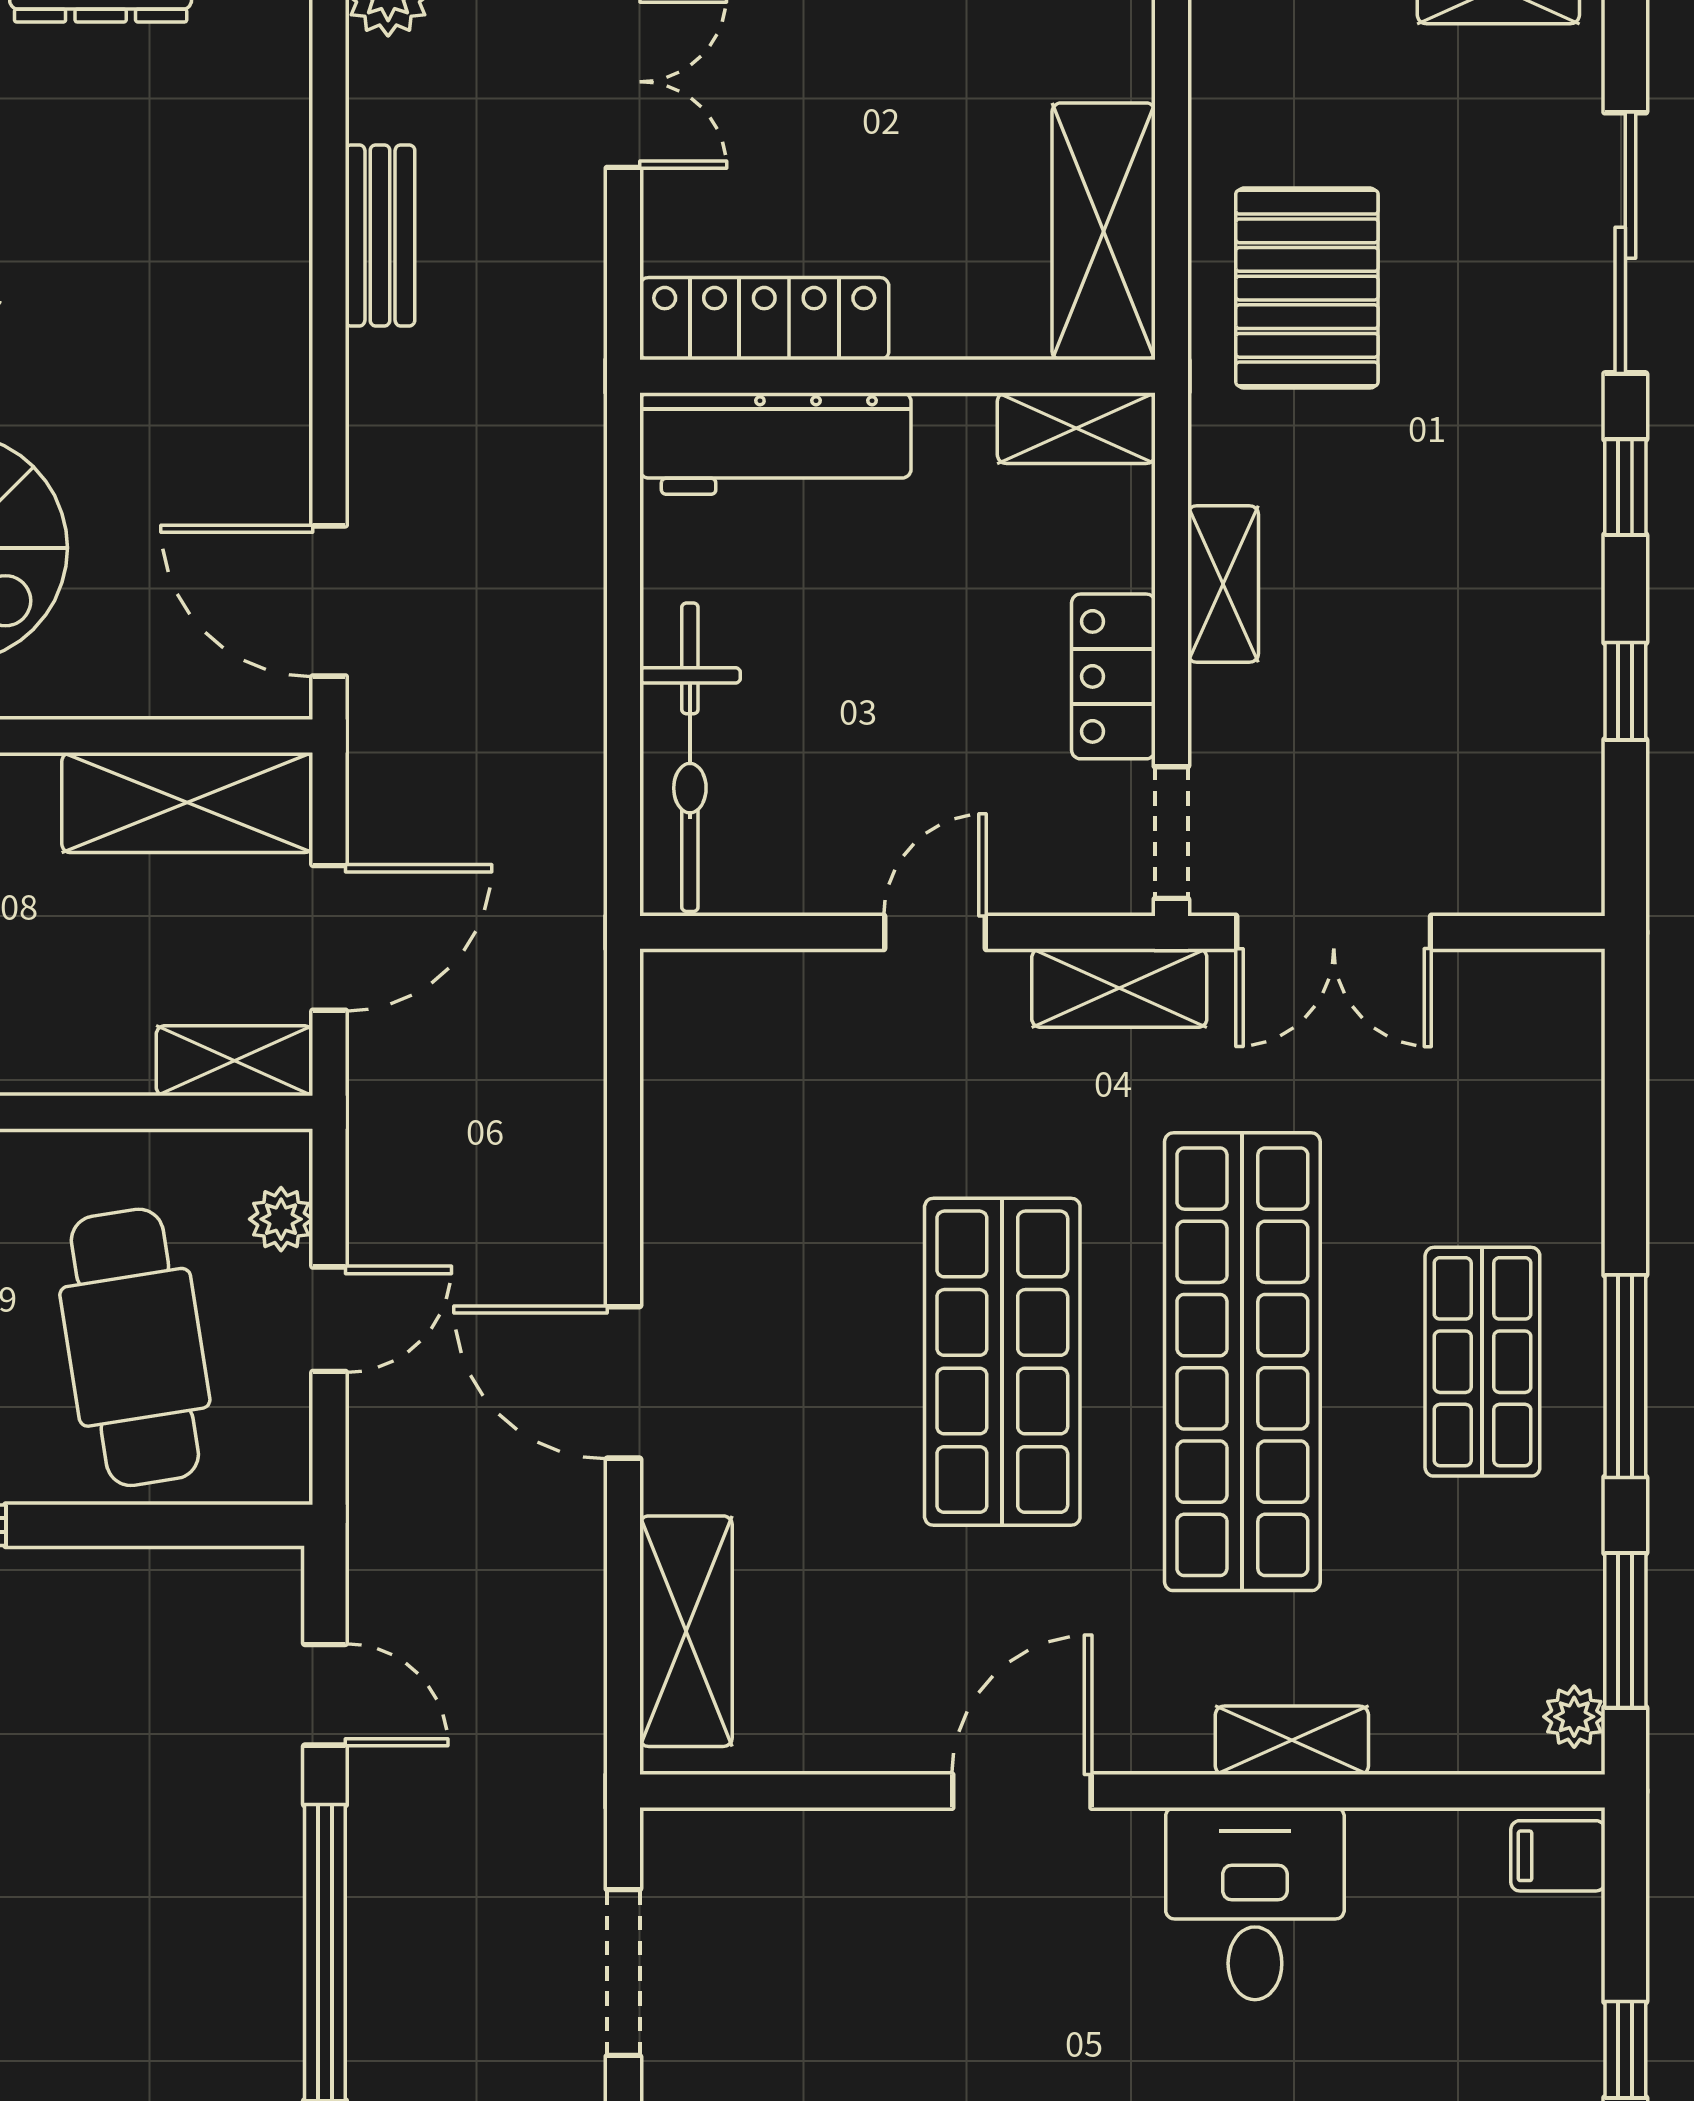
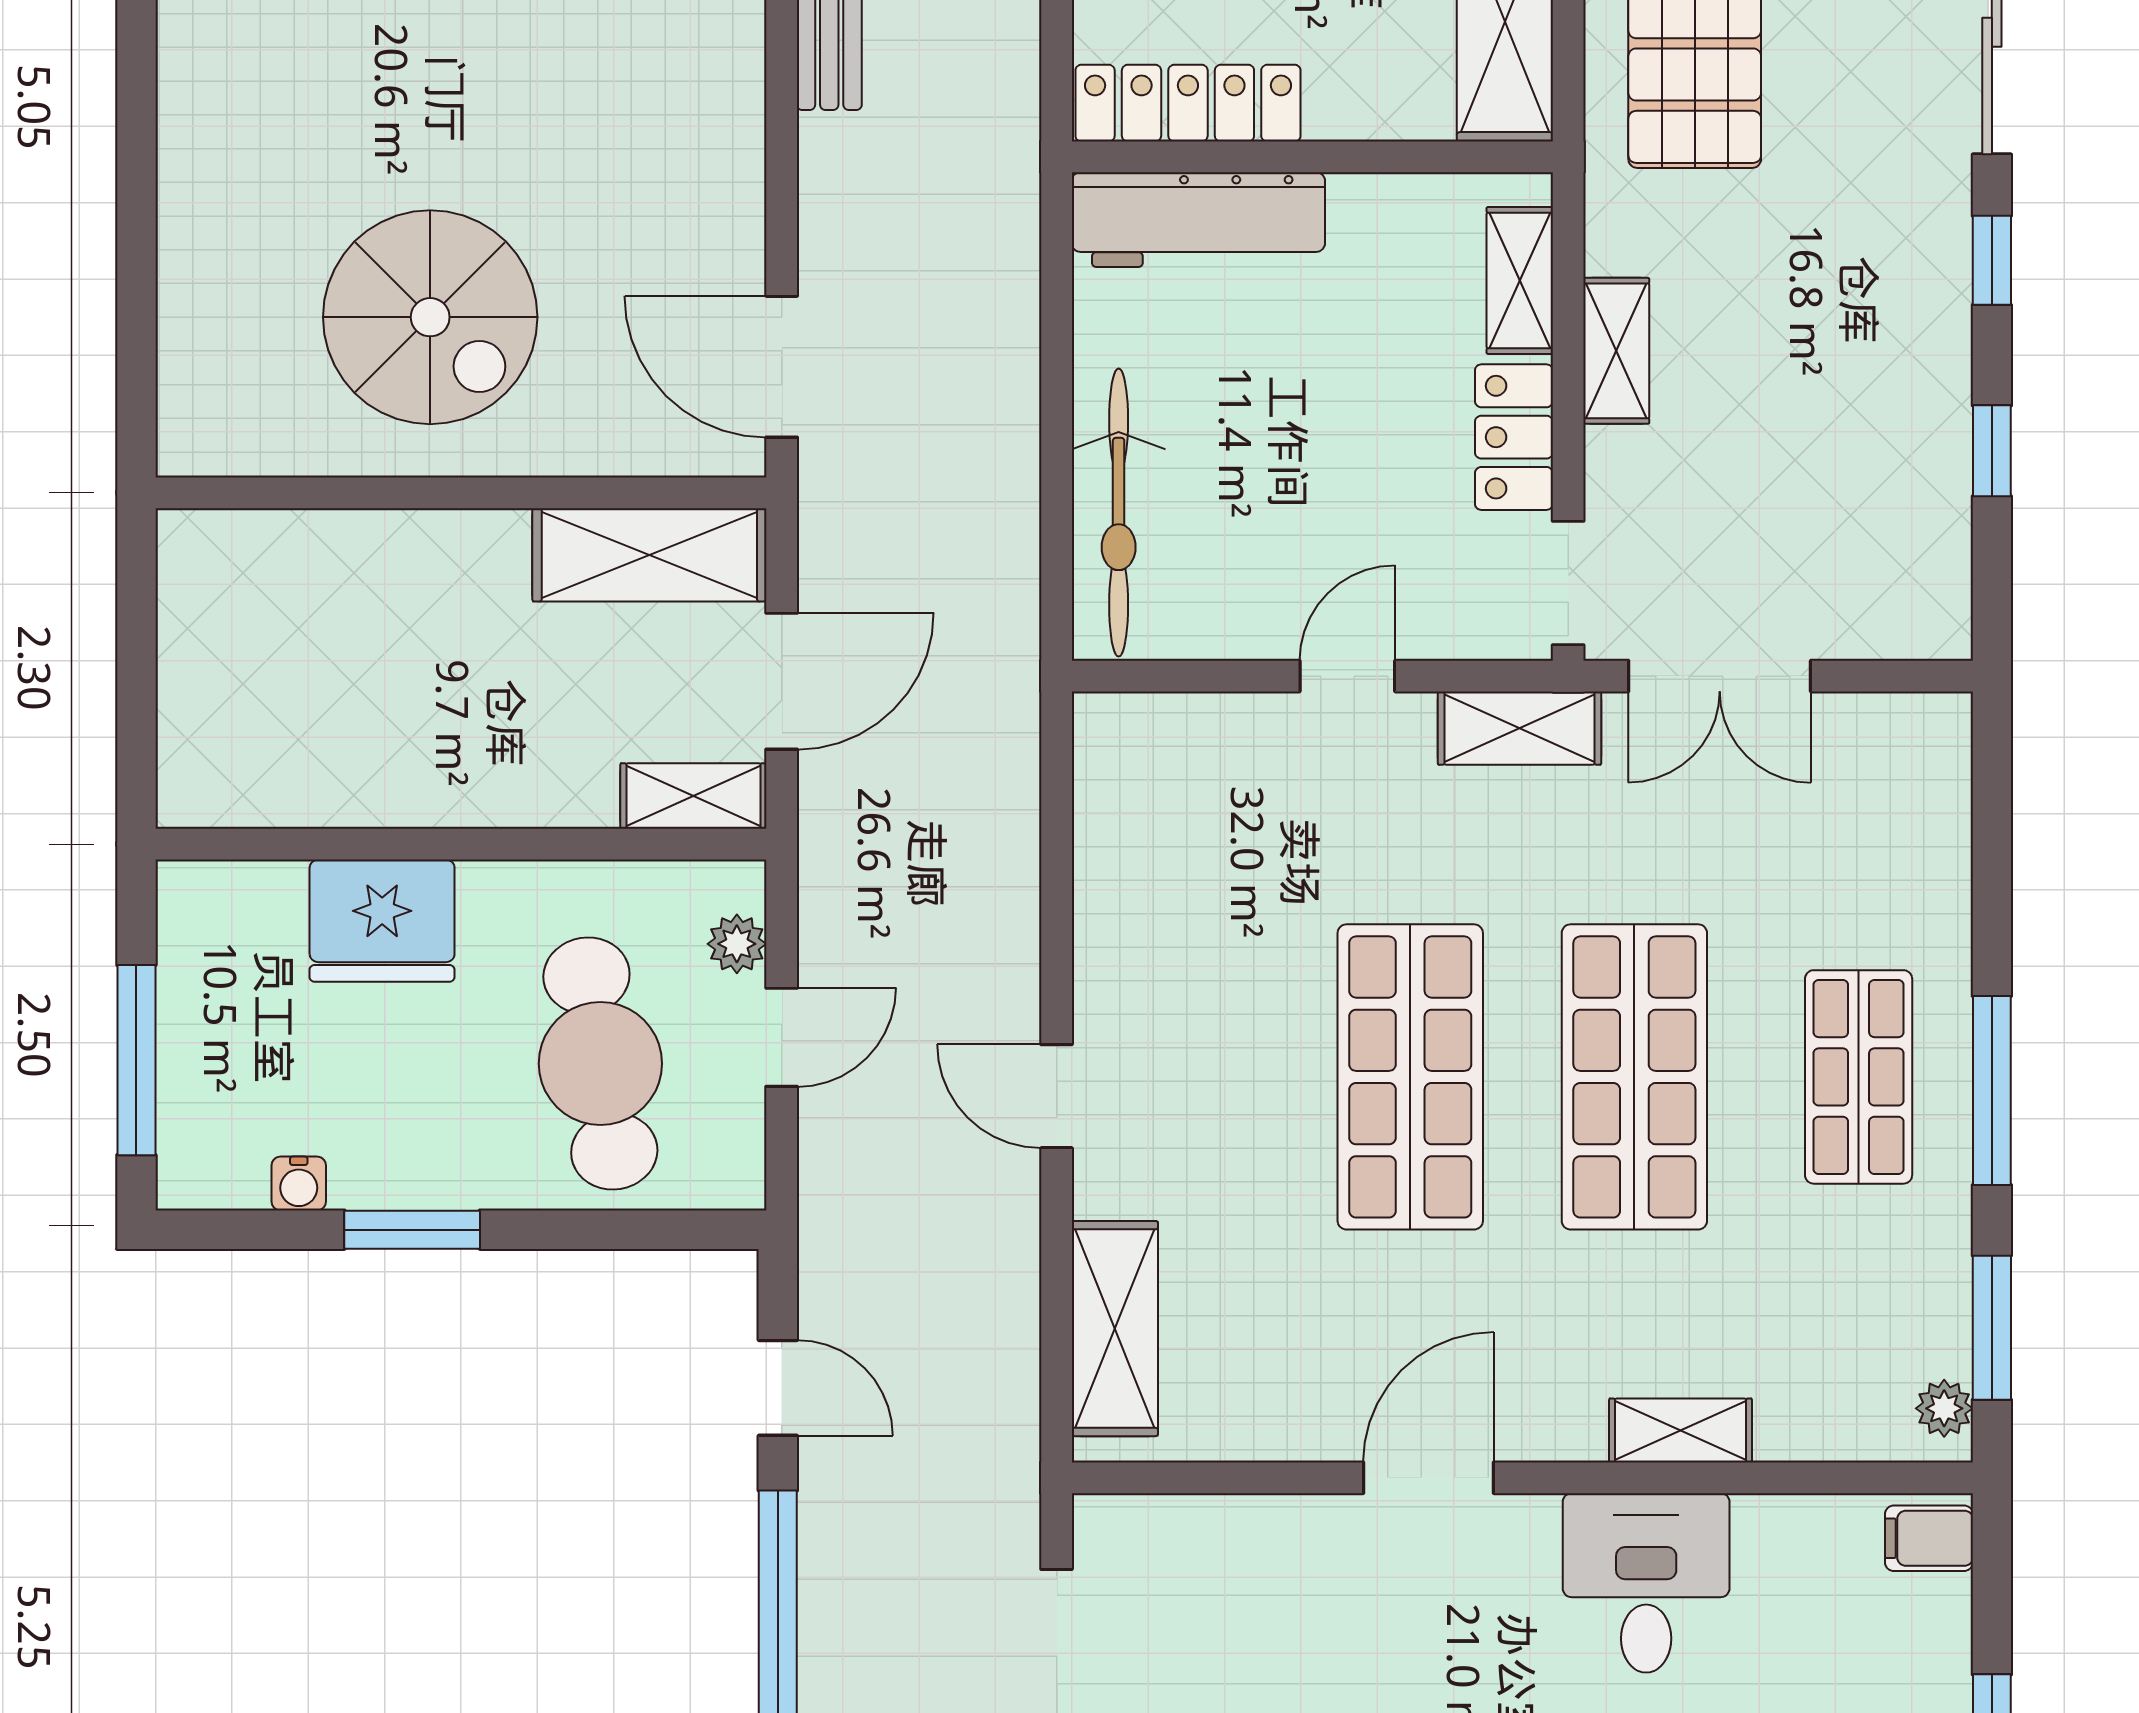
shelving: (1076, 428) -> (1520, 280), moved, turned 90
shop shelf: (1242, 1362) -> (1634, 1077), width x0.71
door: (623, 1382) -> (1057, 1096), width x0.73

